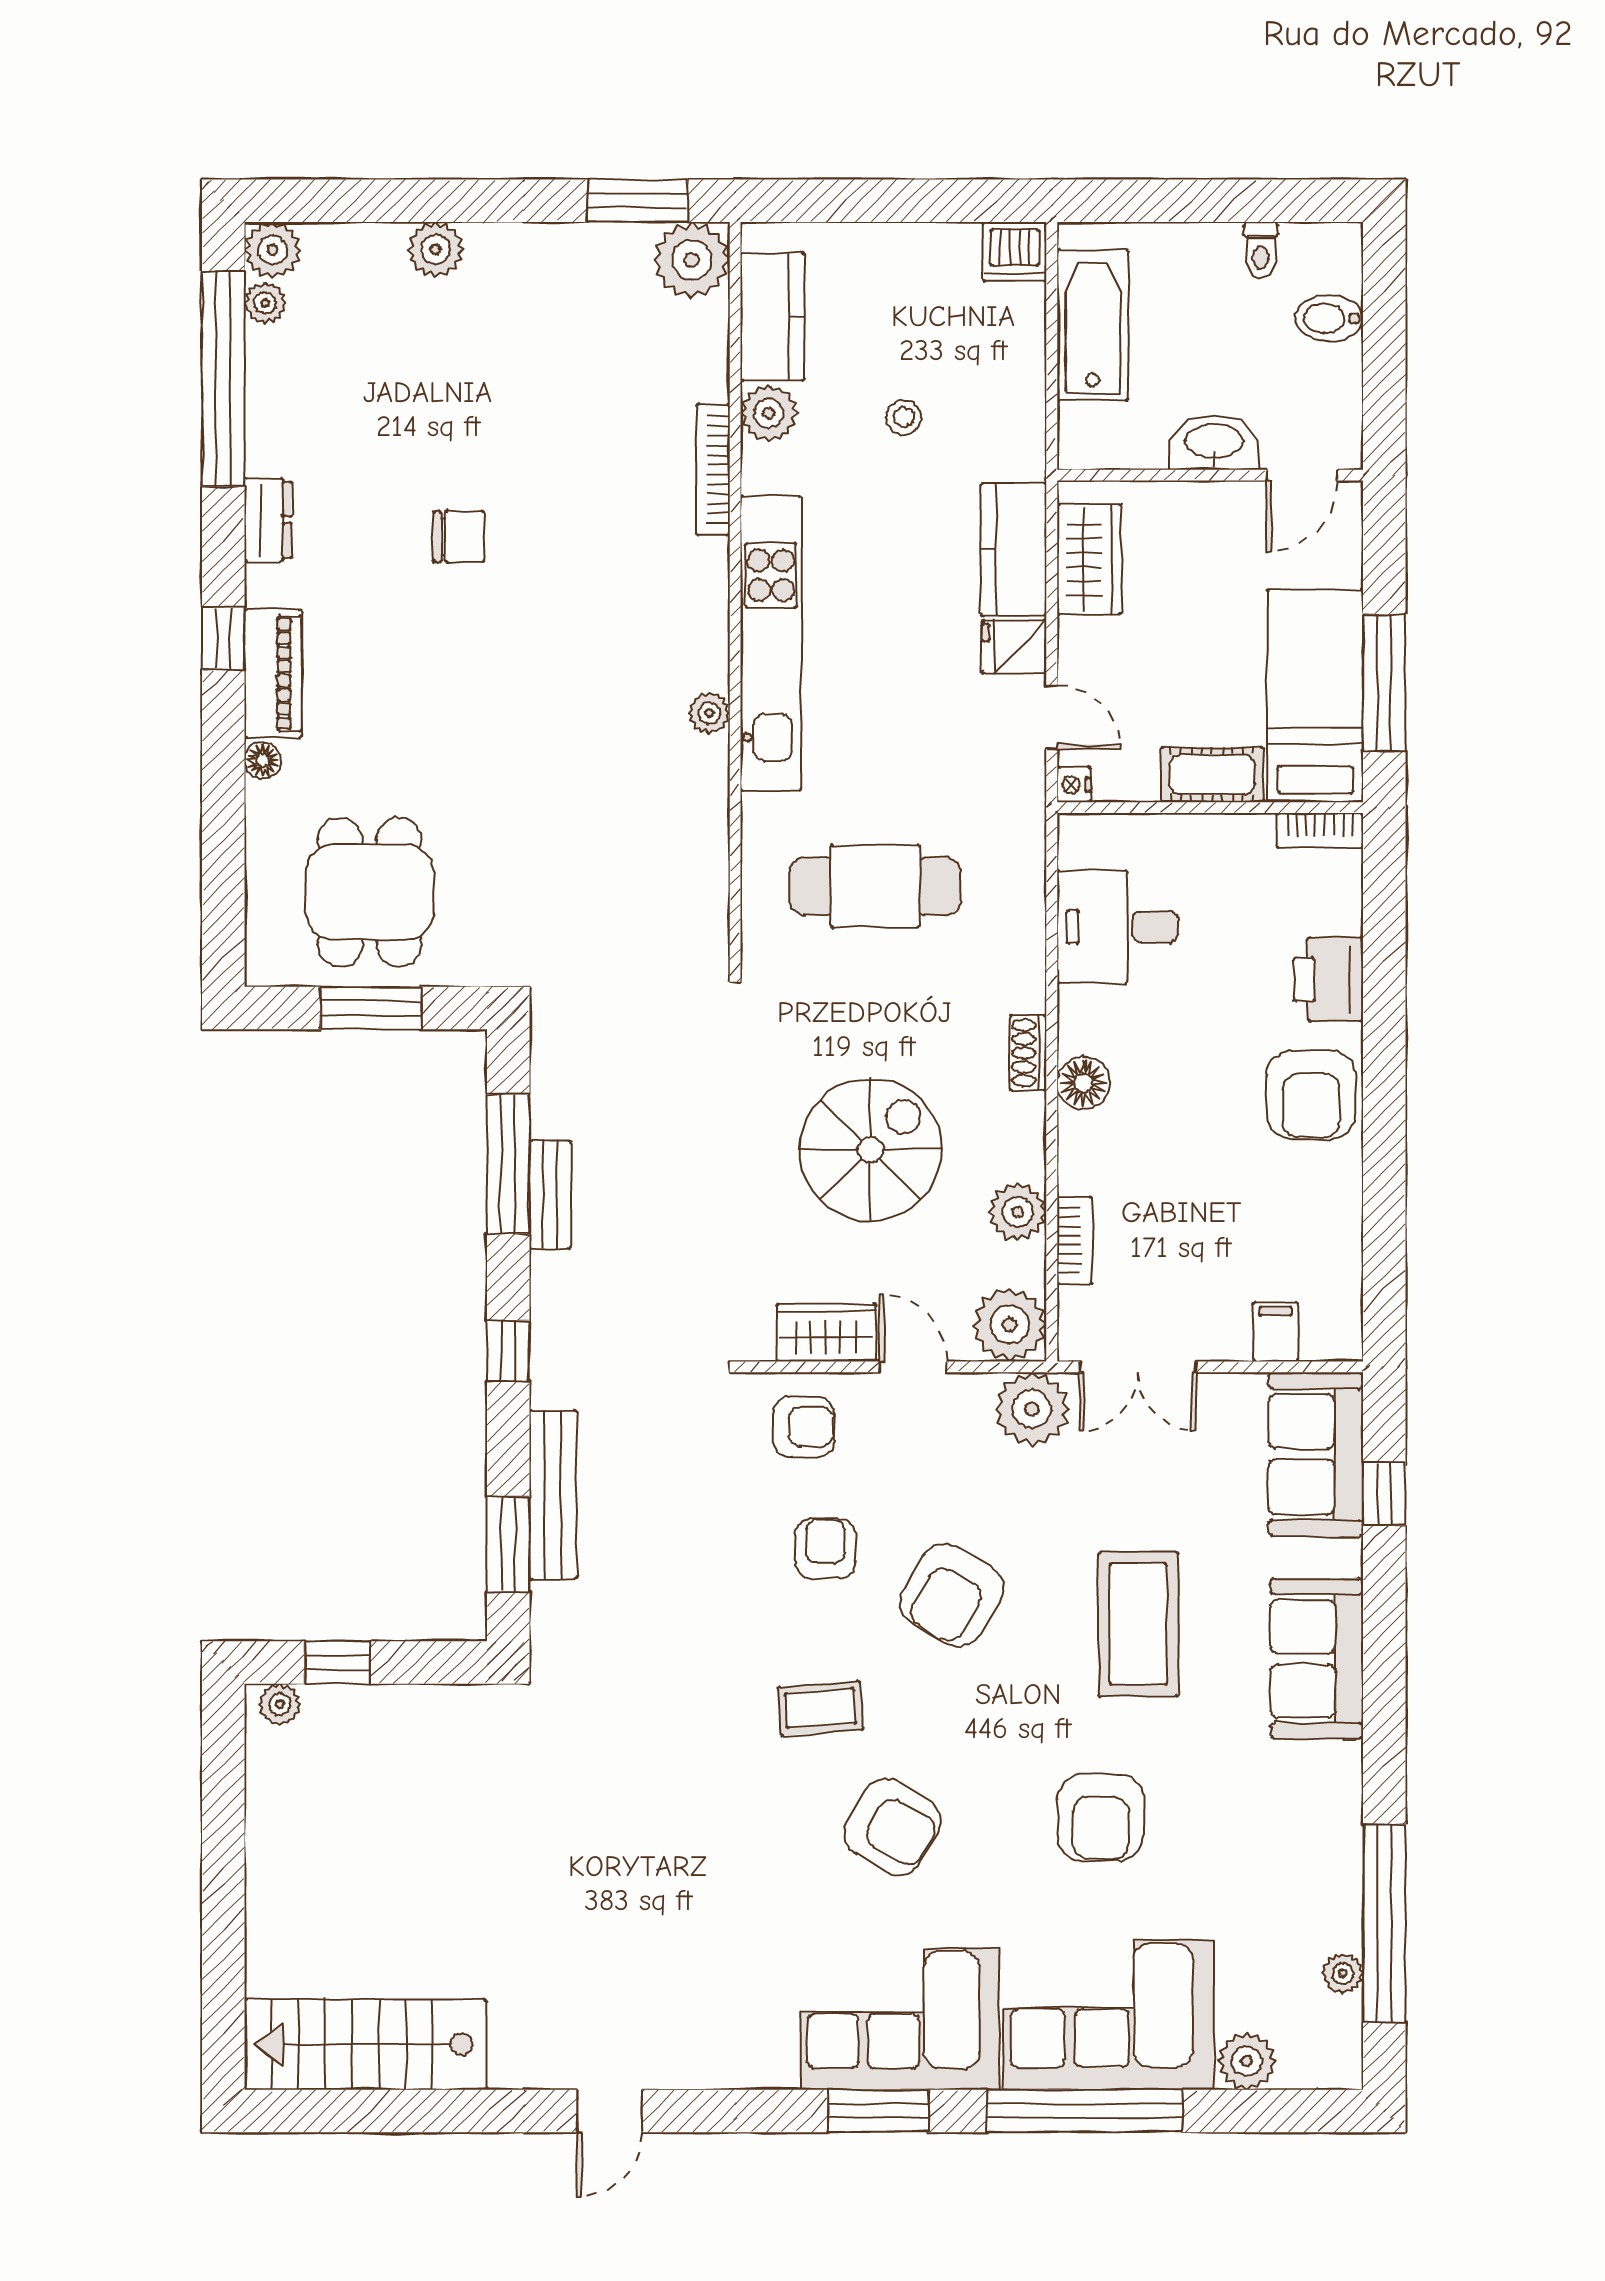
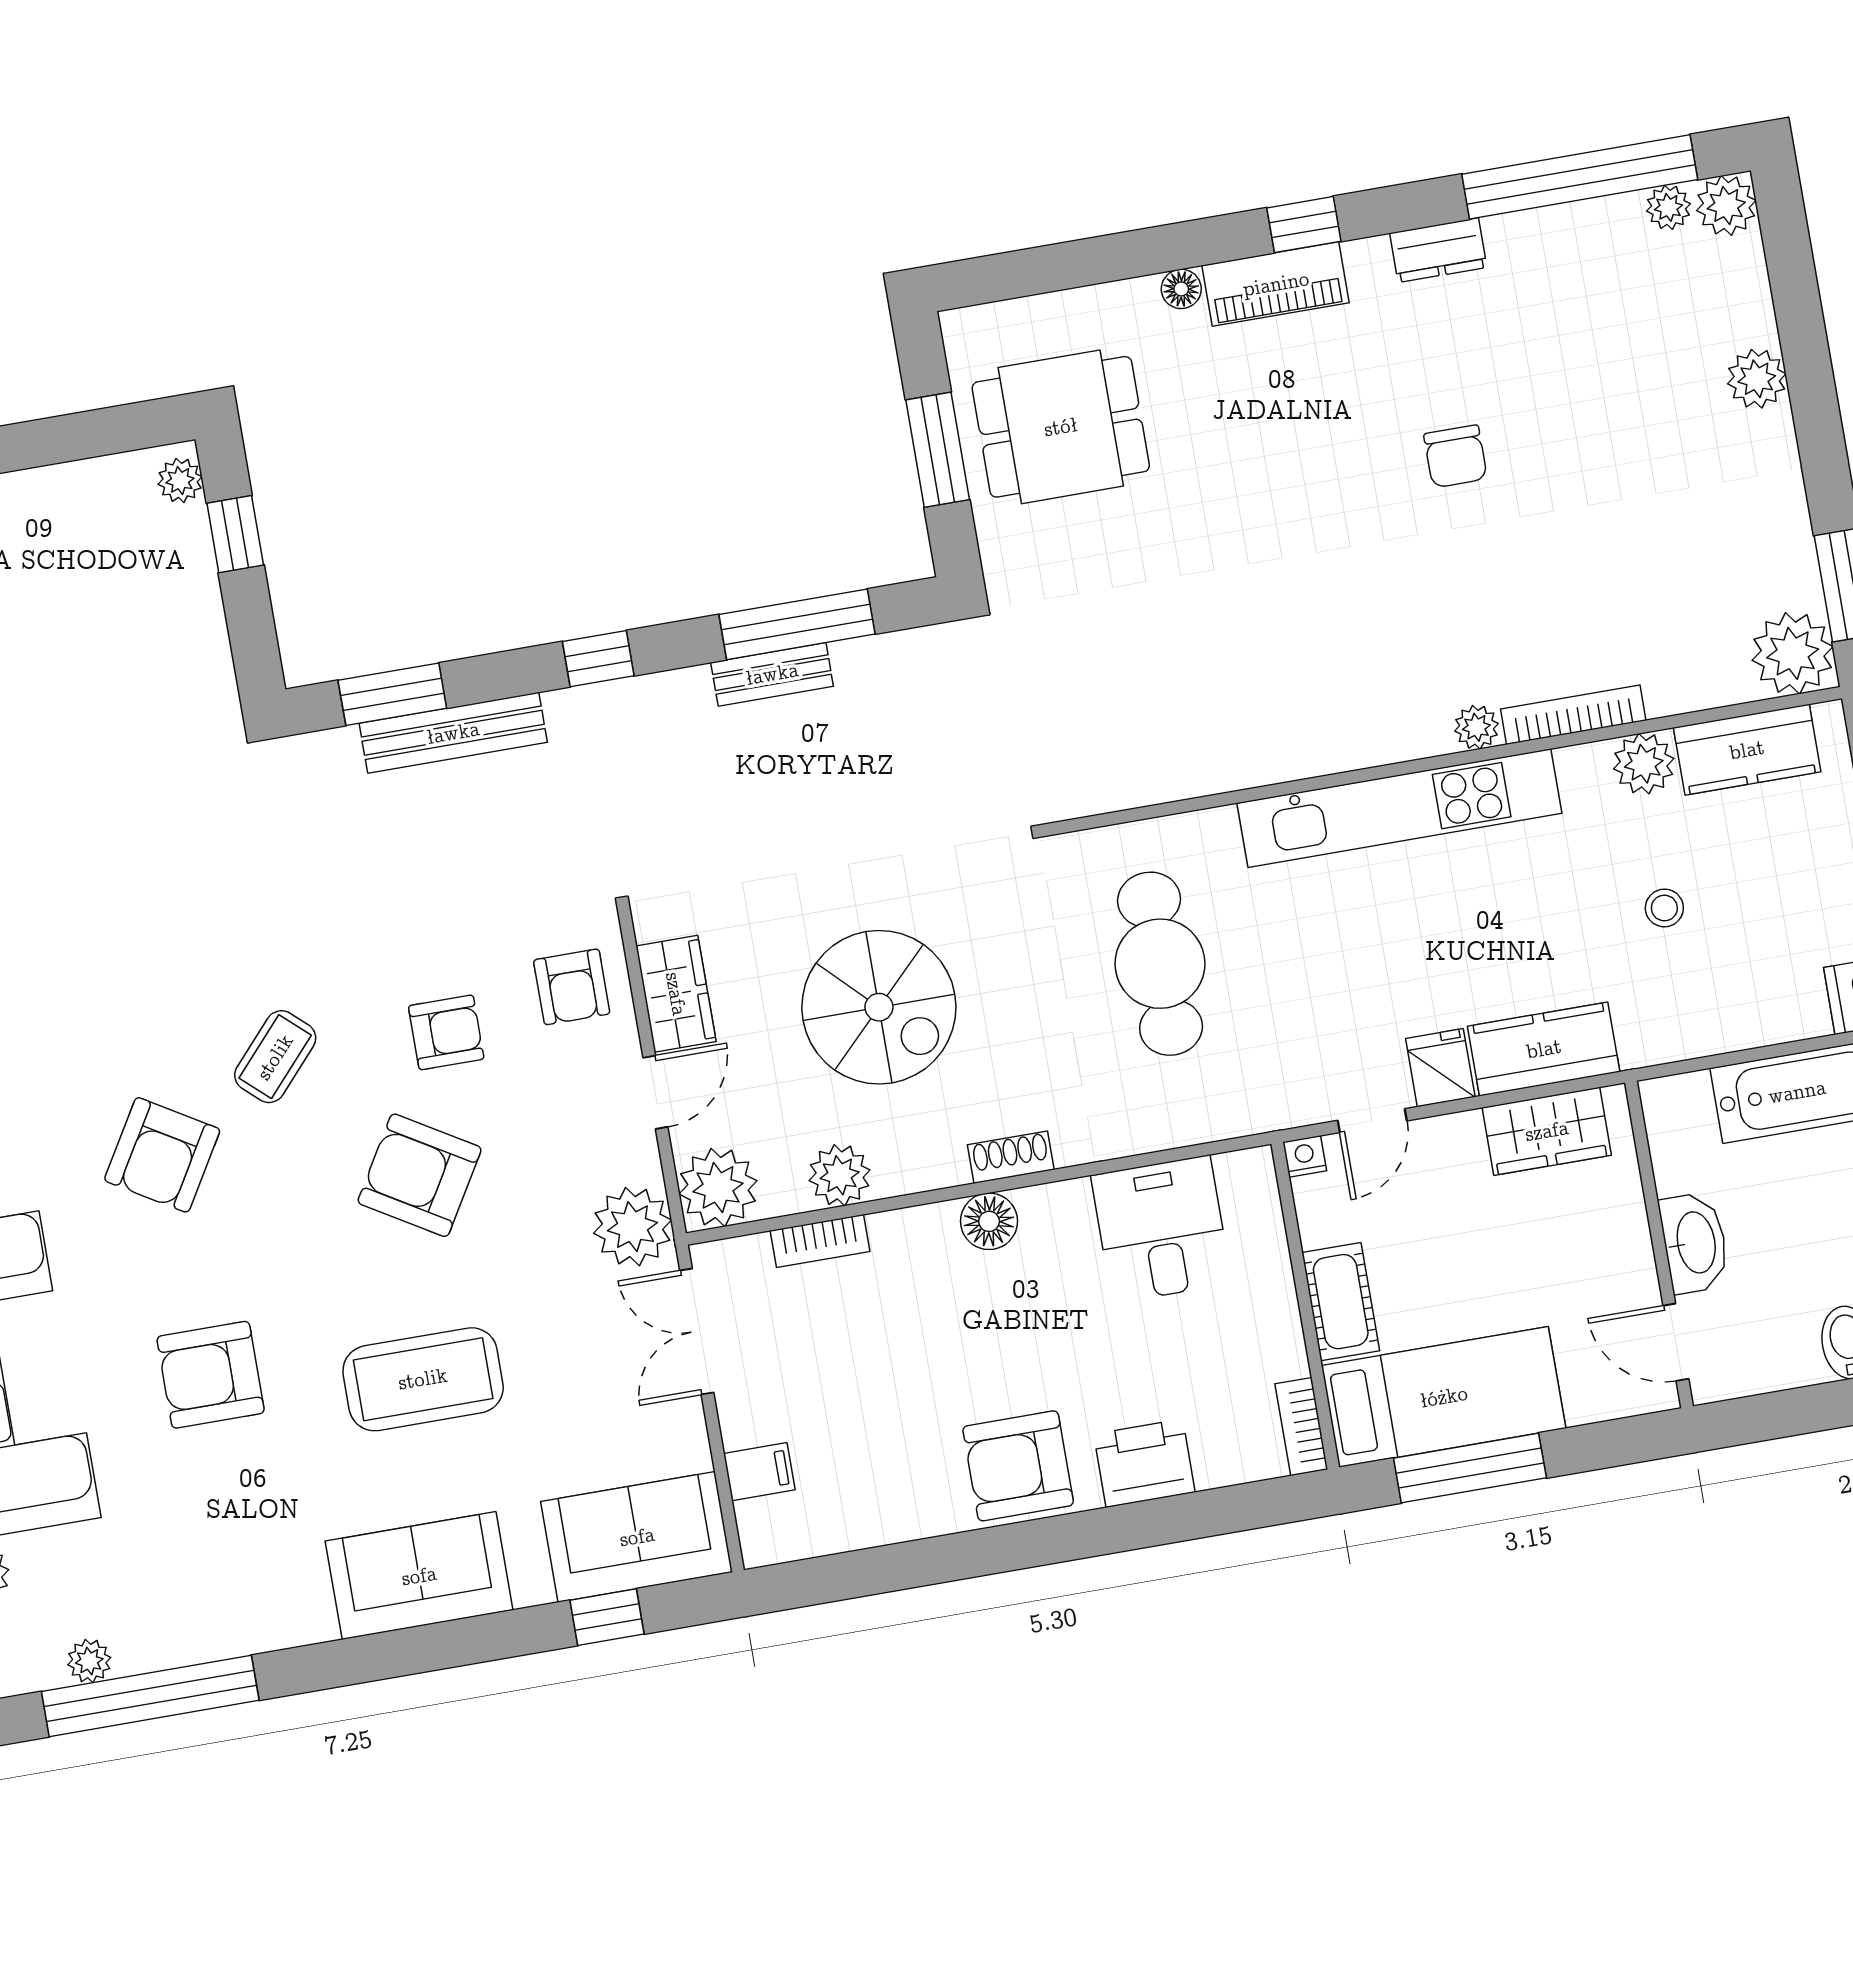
plant: (709, 713) -> (1476, 727), moved
coffee table: (820, 1708) -> (275, 1057), turned 46

